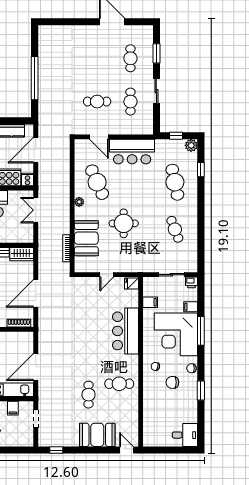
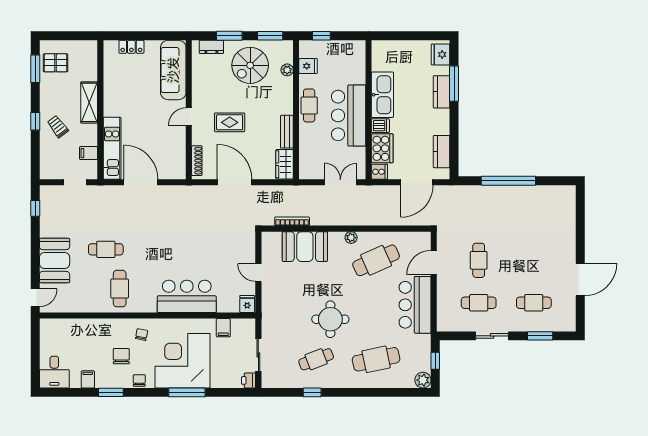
door: (36, 150) -> (417, 182), swing flipped
window: (201, 170) -> (312, 392), moved
round table: (124, 223) -> (330, 319), moved
filing cabinet: (191, 307) -> (88, 379), moved

